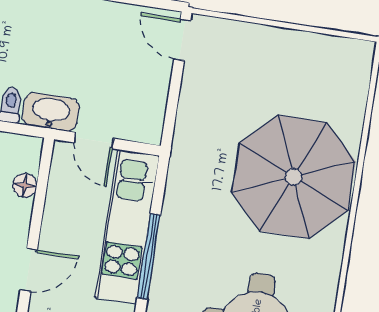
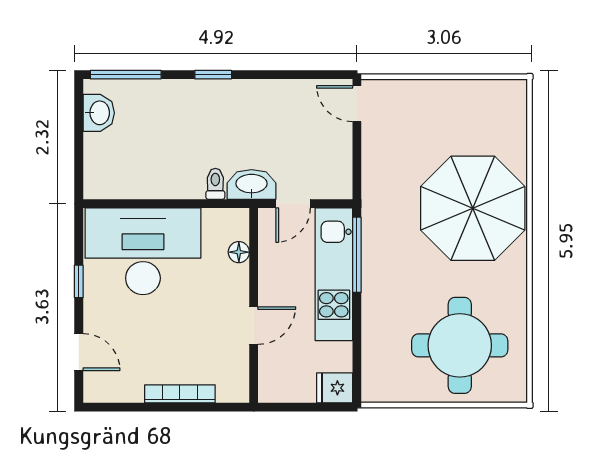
door: (94, 141) -> (293, 204), hinge flipped
window: (149, 256) -> (357, 255), moved

